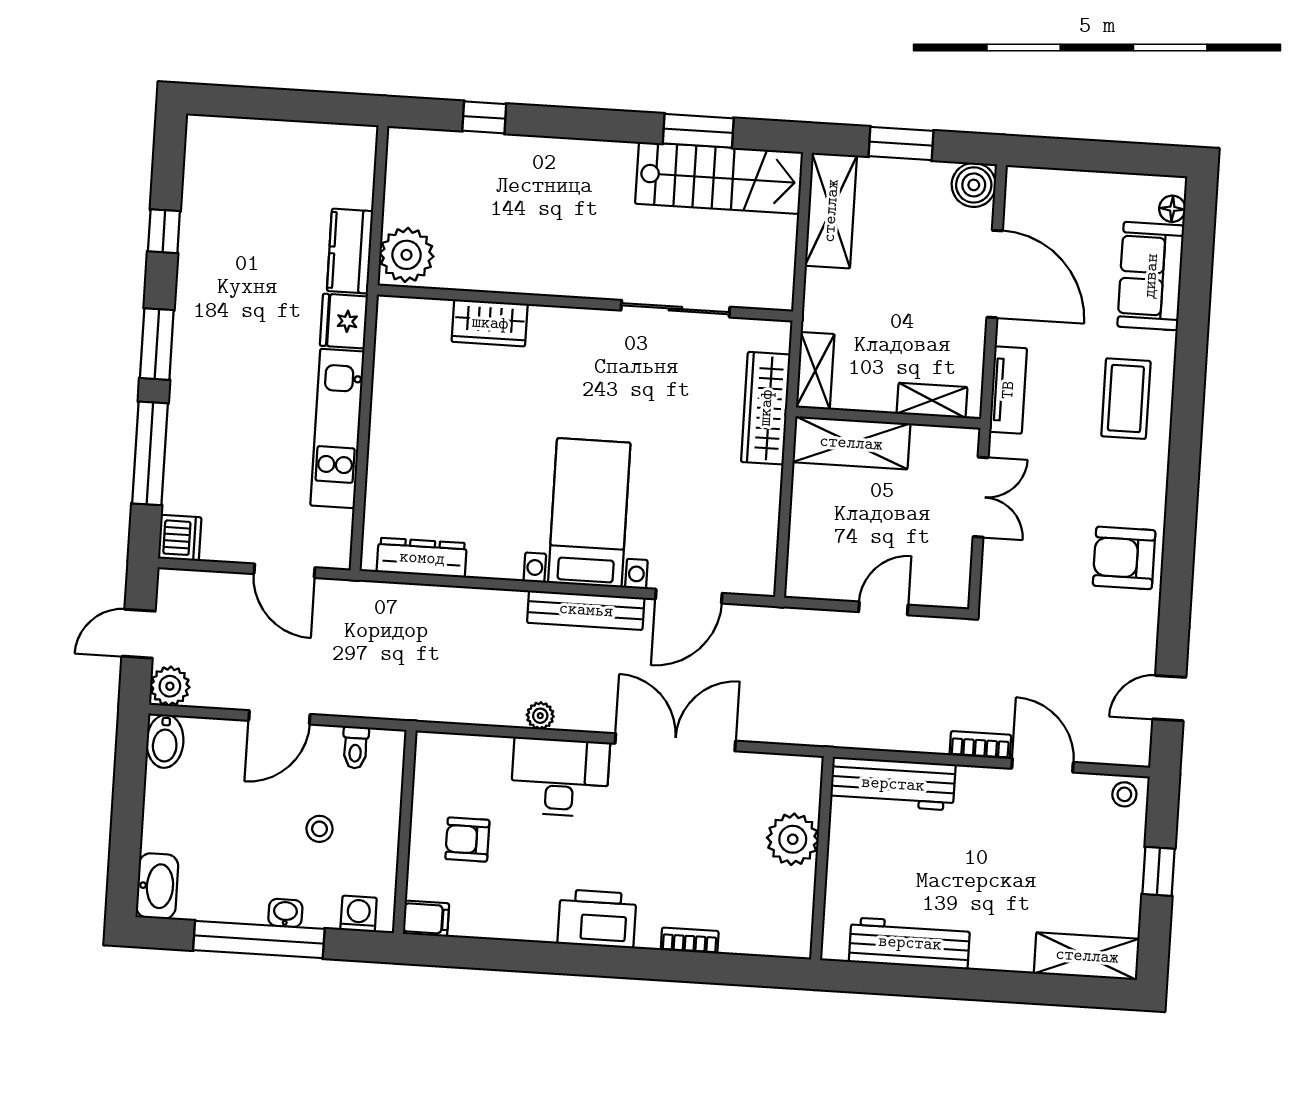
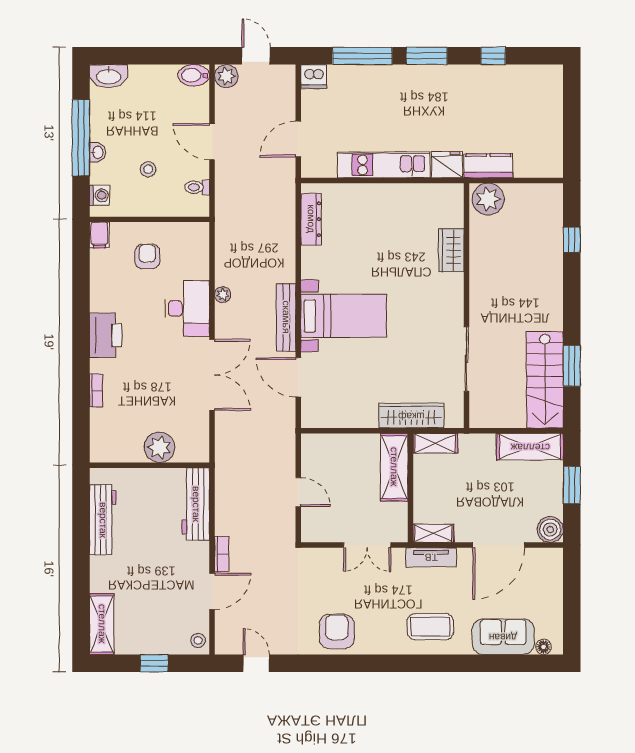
shelving: (932, 400) -> (433, 533), moved, turned 90

